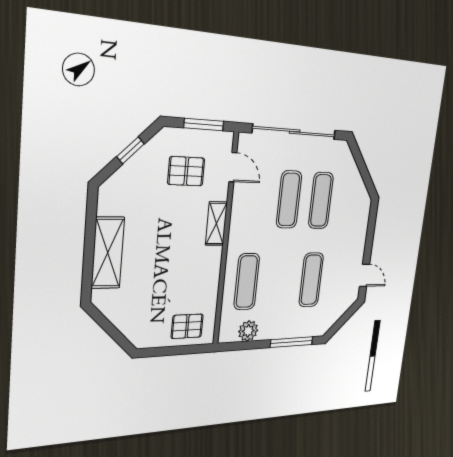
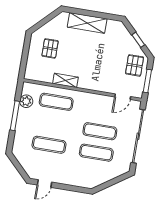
pallet: (186, 171) -> (135, 65), moved
shelving: (216, 224) -> (65, 80), moved
pallet: (187, 326) -> (50, 48), moved
window: (292, 342) -> (15, 116), moved

